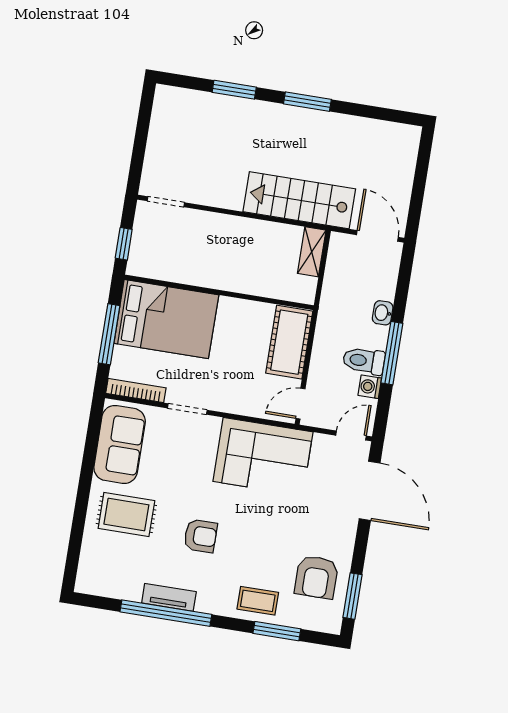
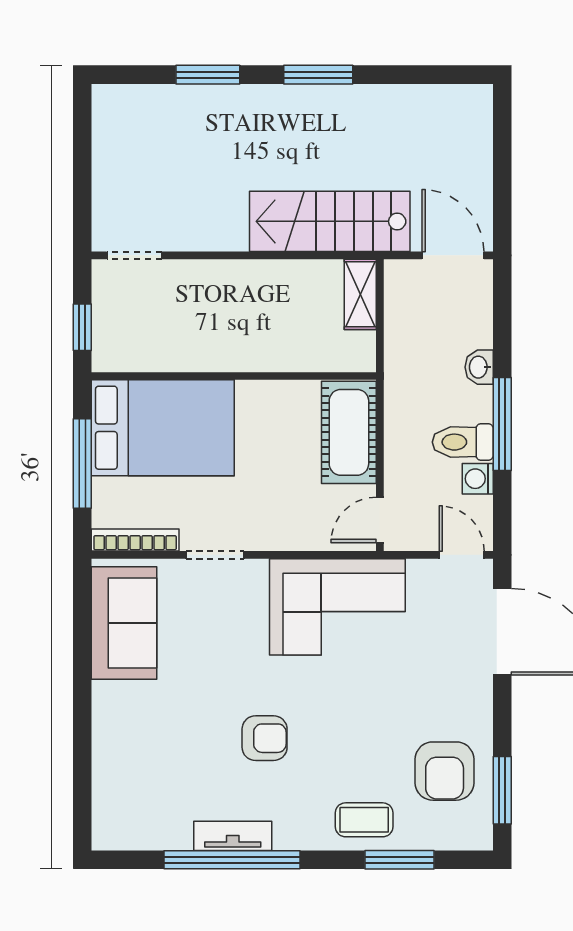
door: (351, 436) -> (462, 555), hinge flipped
rug: (126, 514) -> (151, 724), removed

